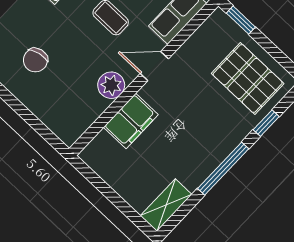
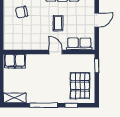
plant: (111, 85) -> (36, 44), removed
filing cabinet: (131, 121) -> (15, 61), moved

